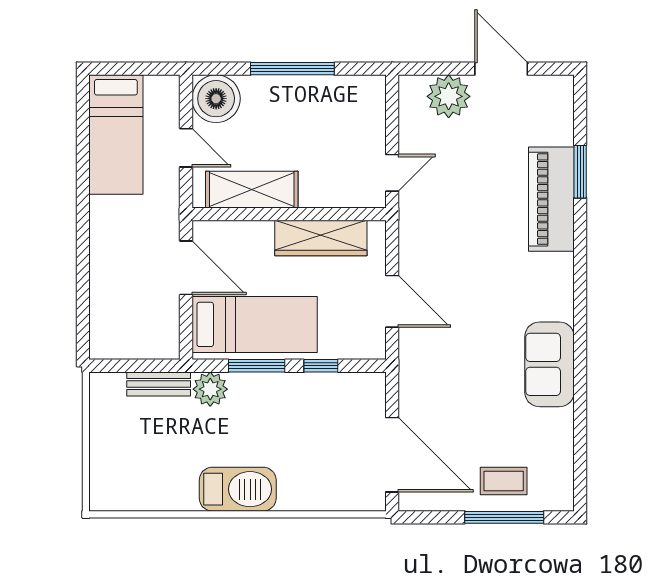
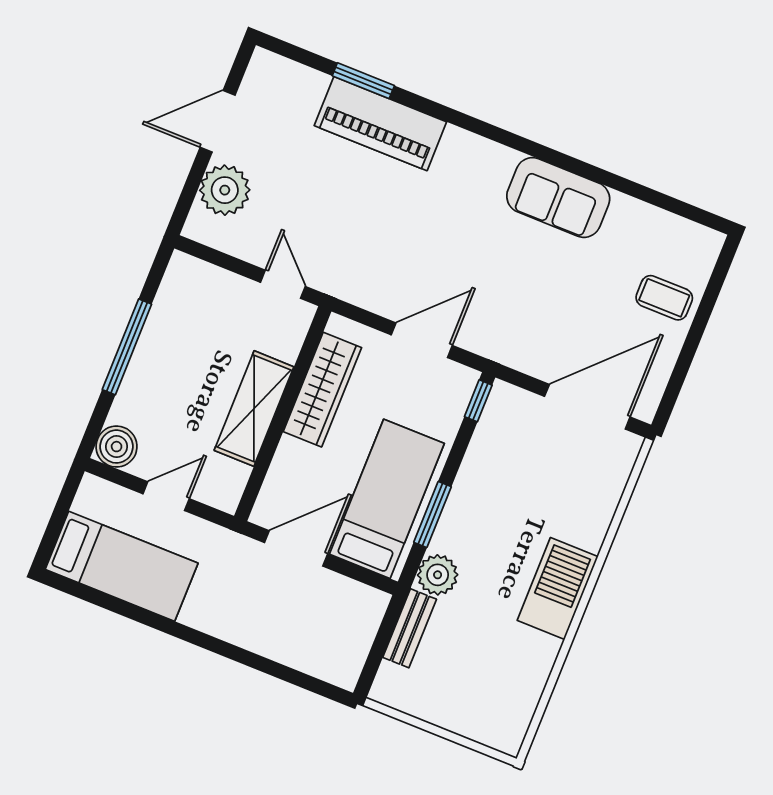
boiler: (216, 99) -> (117, 447), width x0.73, depth x0.73
shelving: (252, 190) -> (254, 409), moved
window: (321, 366) -> (478, 401), moved
coffee table: (504, 481) -> (664, 298), turned 90
window: (504, 517) -> (704, 313), removed

